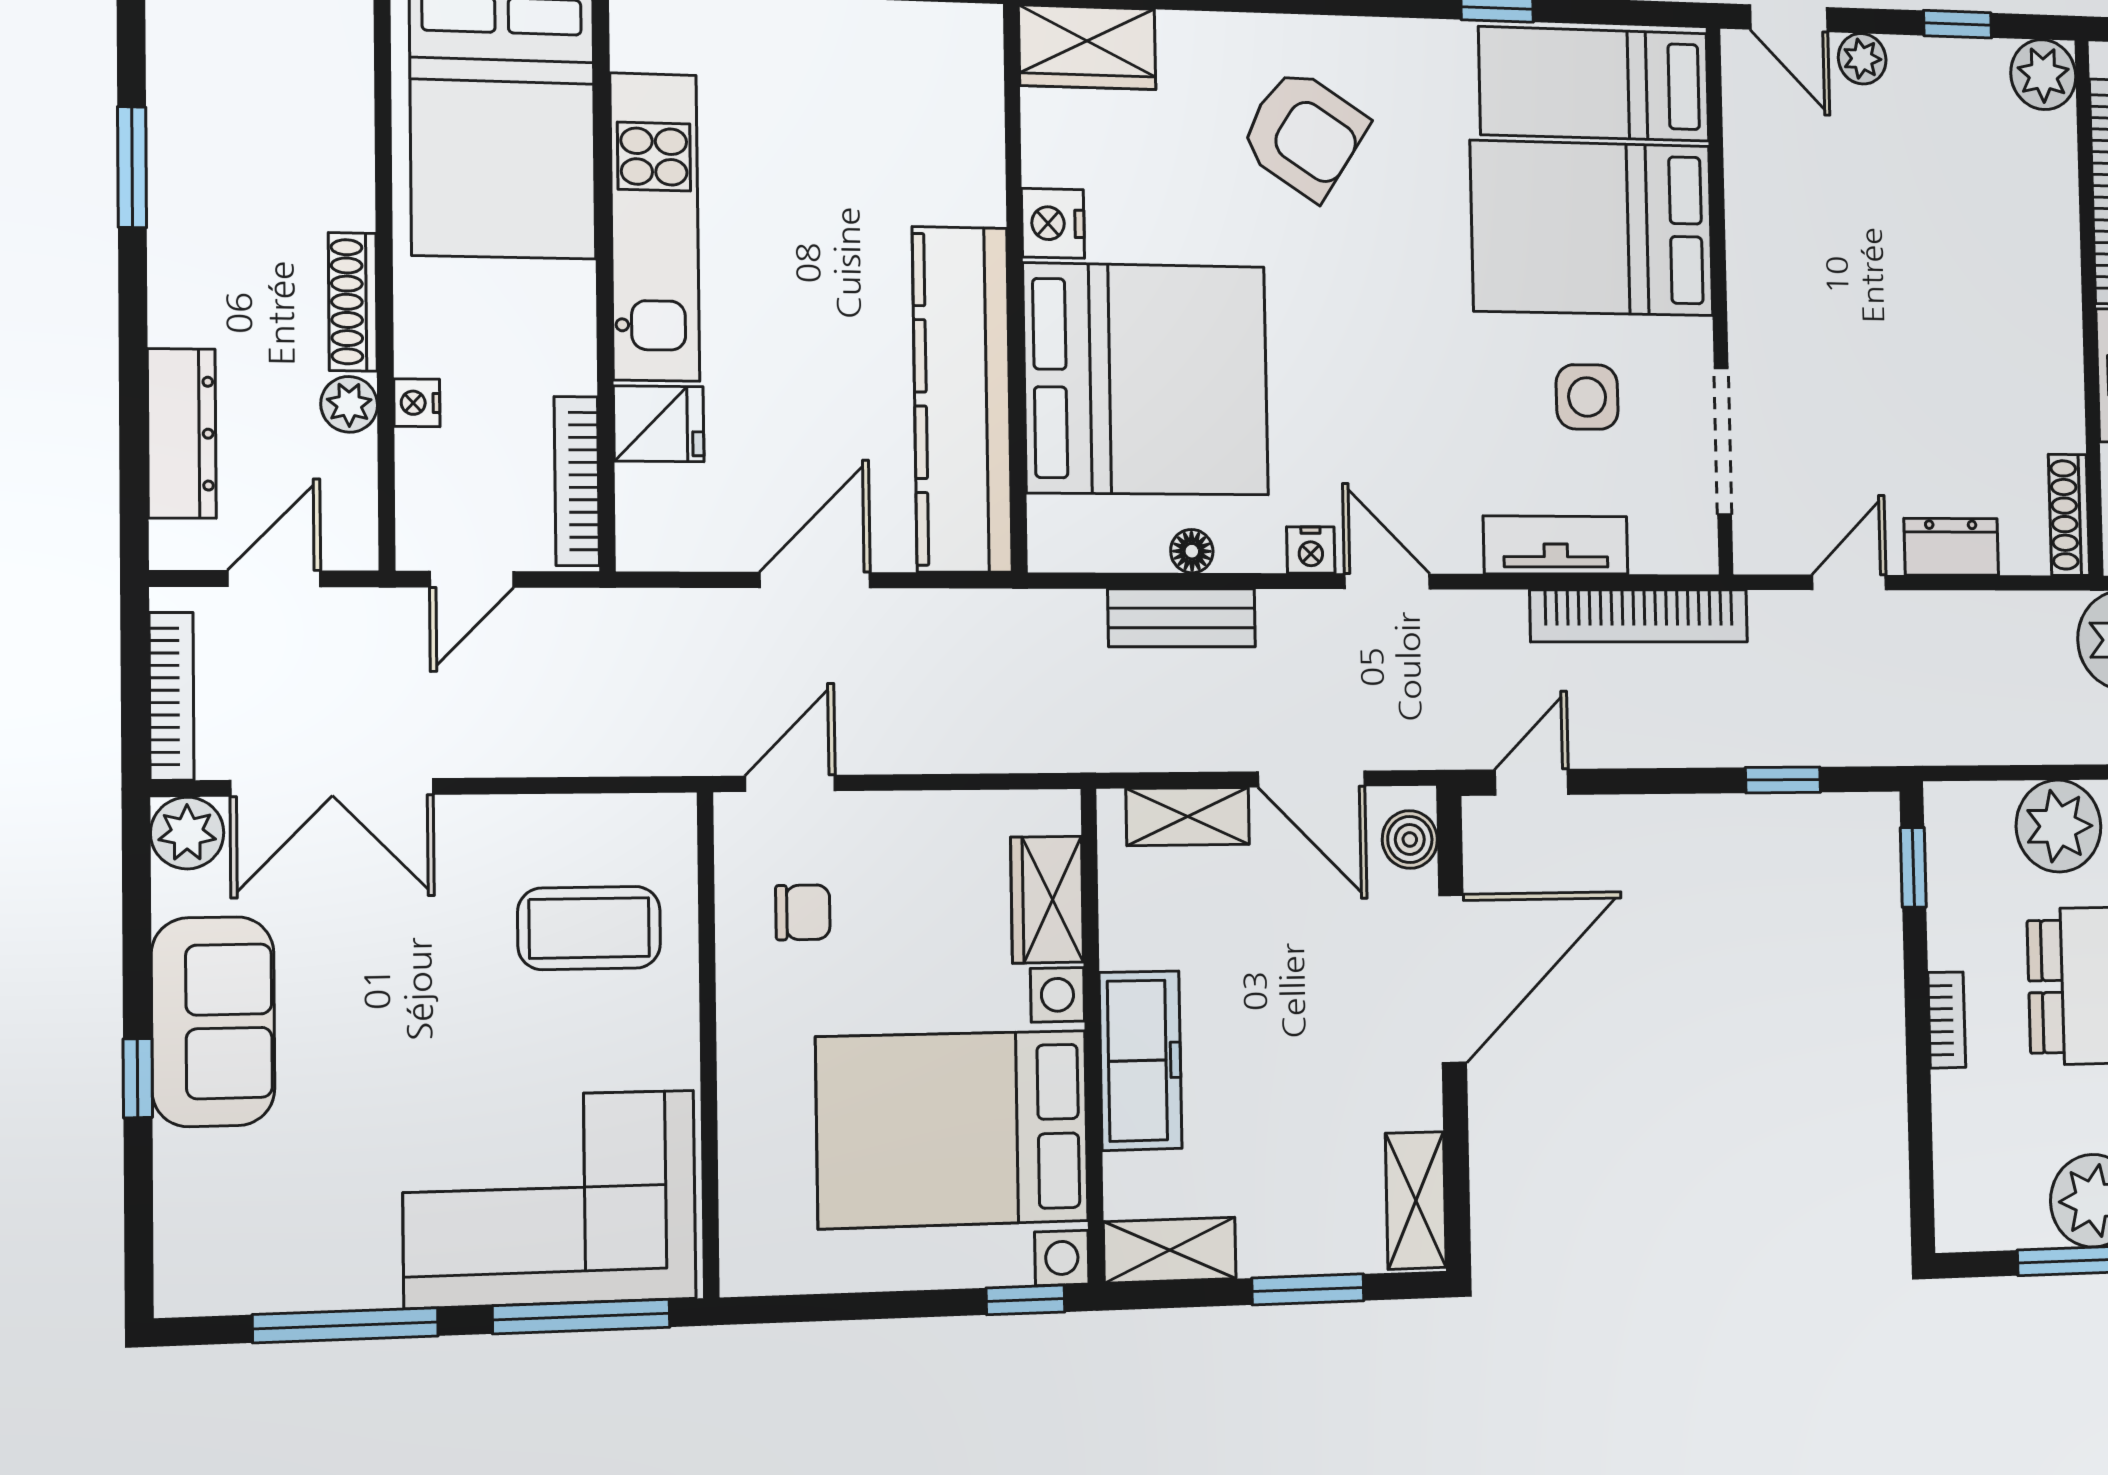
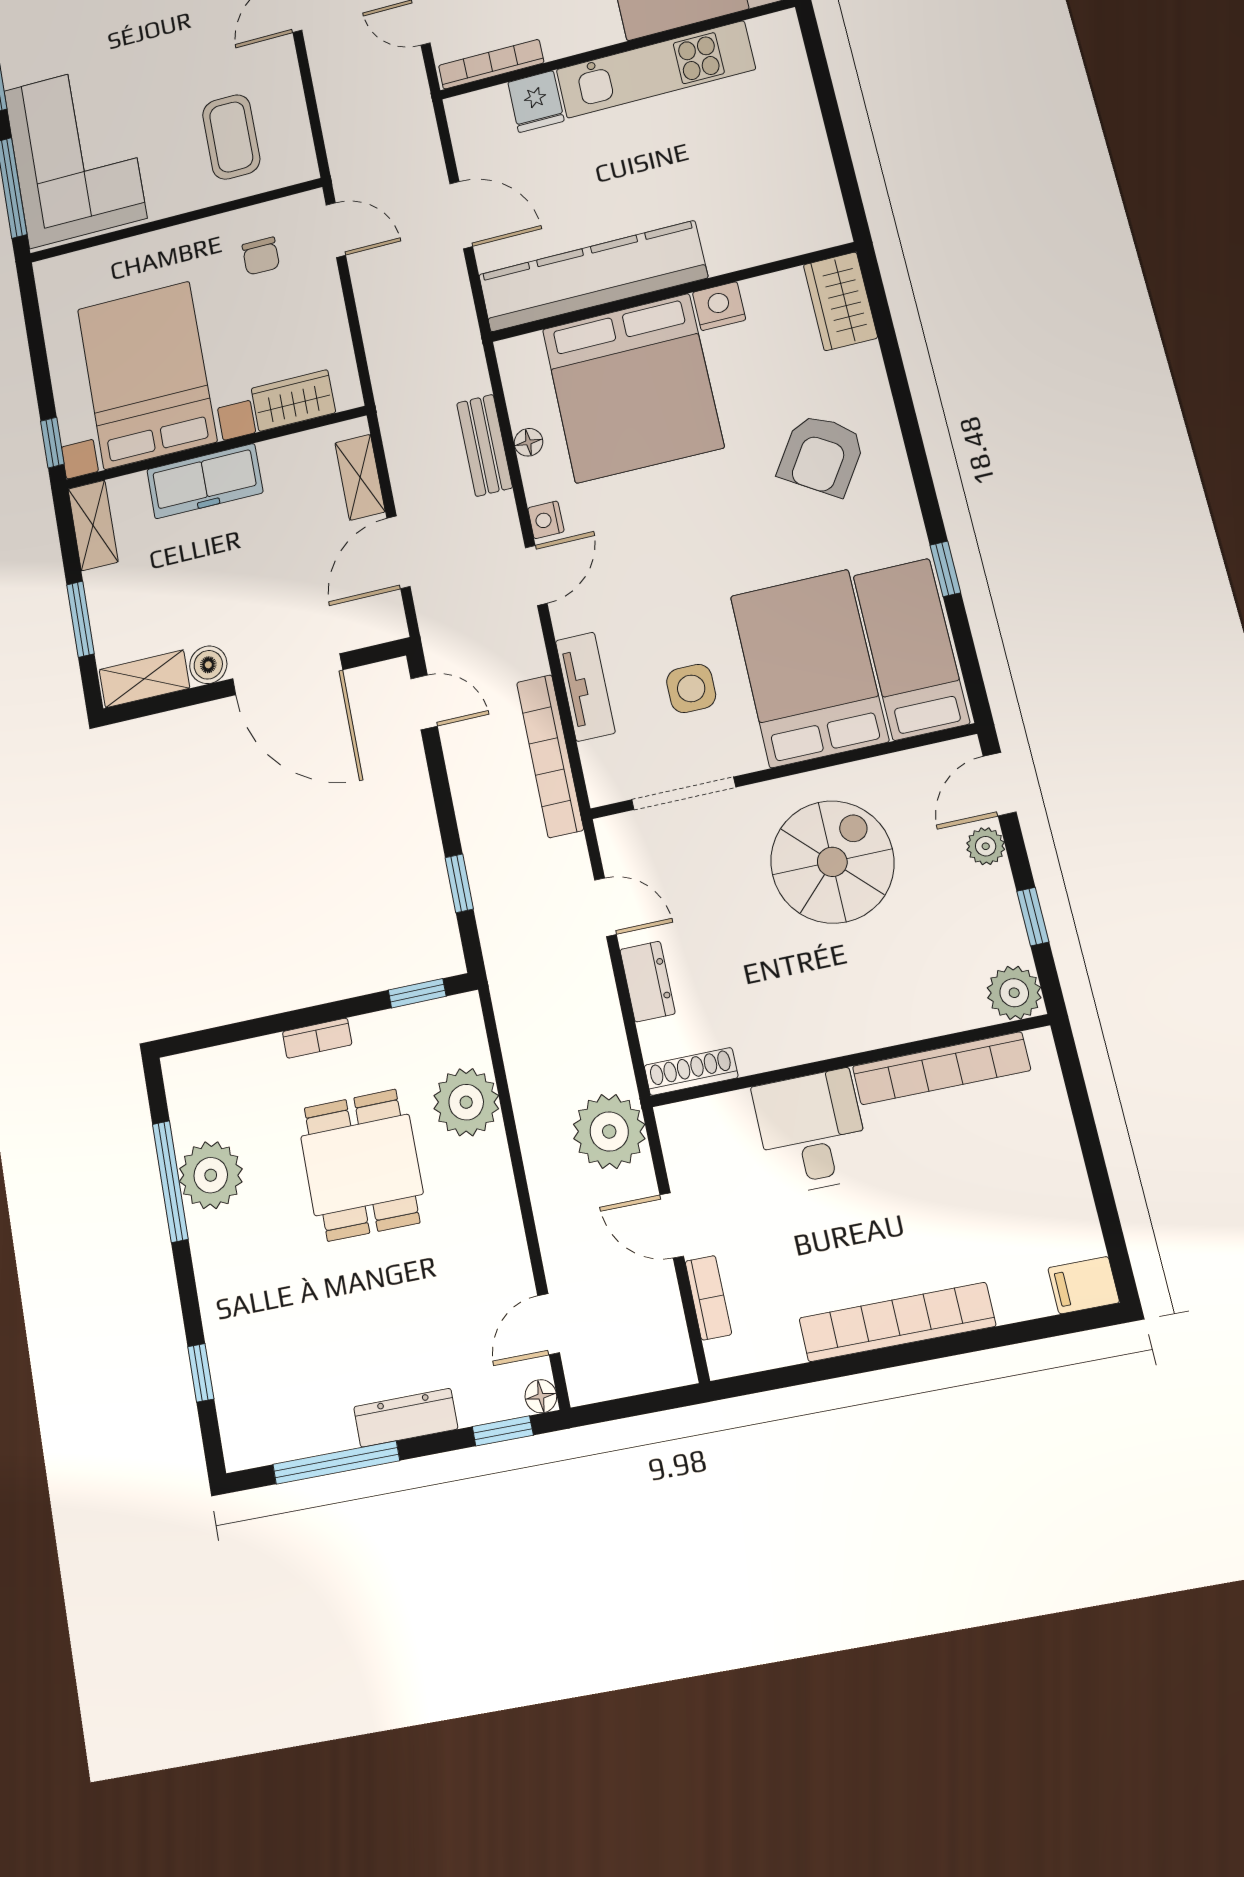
spiral stairs: (1846, 263) -> (832, 862), added
boiler: (1410, 839) -> (208, 665), moved

